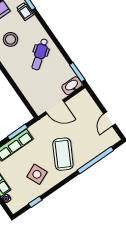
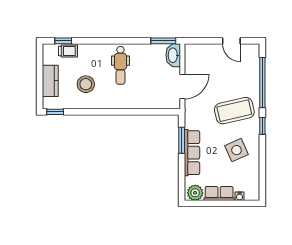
dental chair: (40, 54) -> (120, 65), turned 37
coffee table: (63, 154) -> (234, 111), turned -41
window: (35, 202) -> (262, 126), moved

